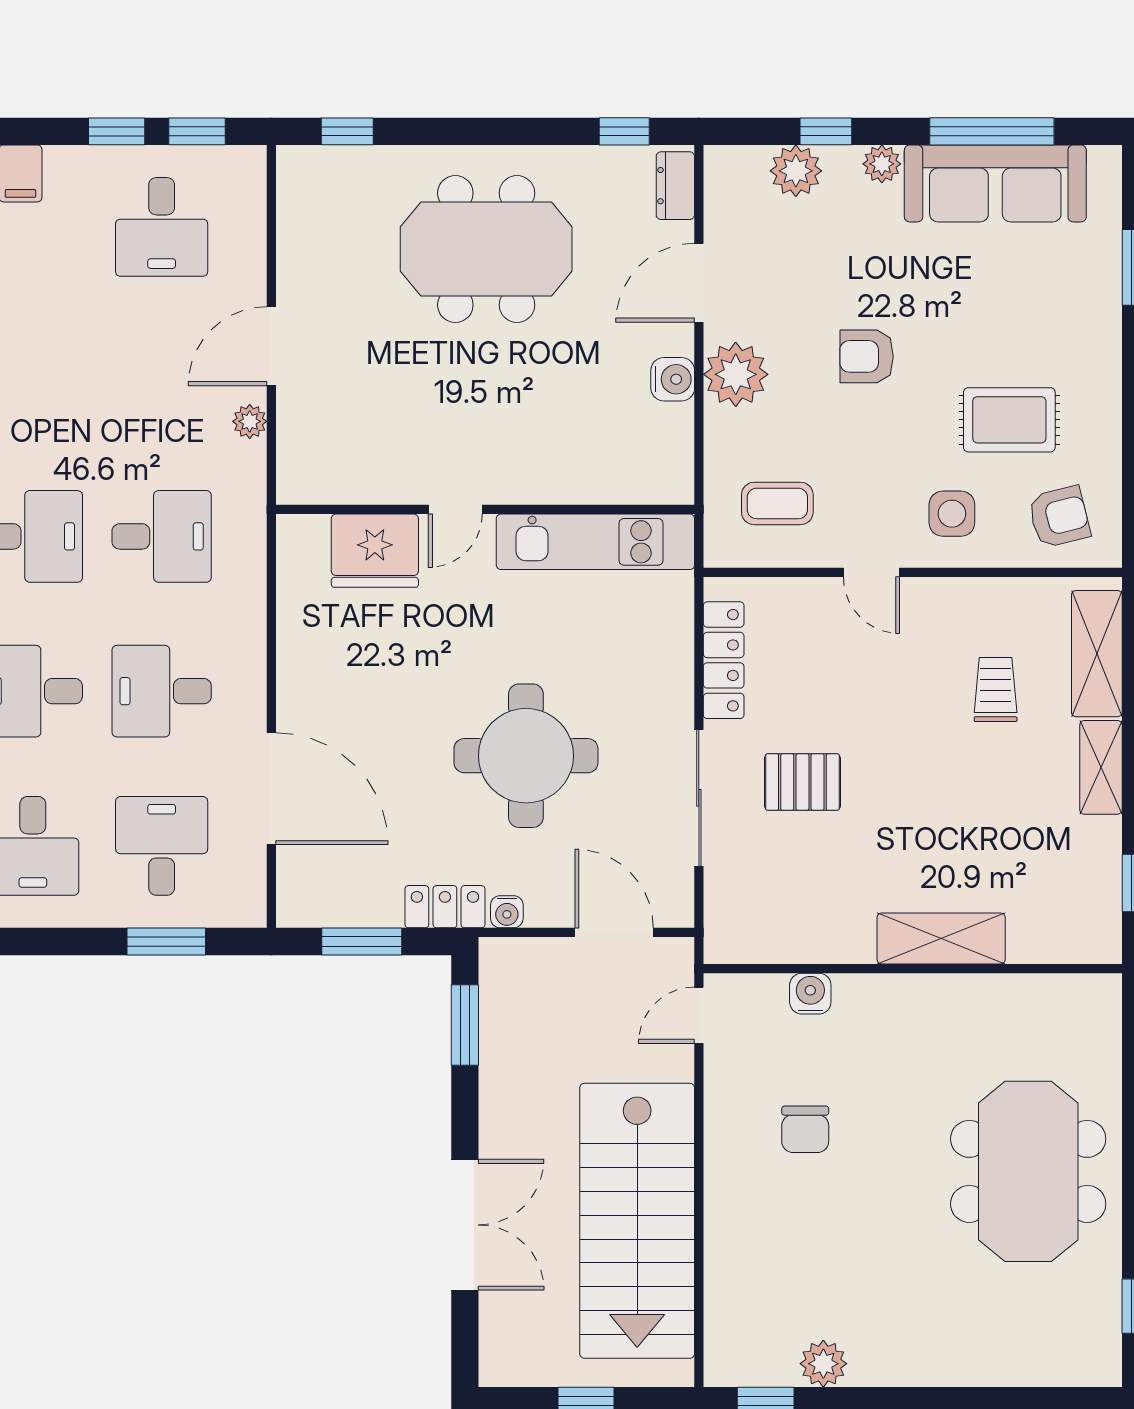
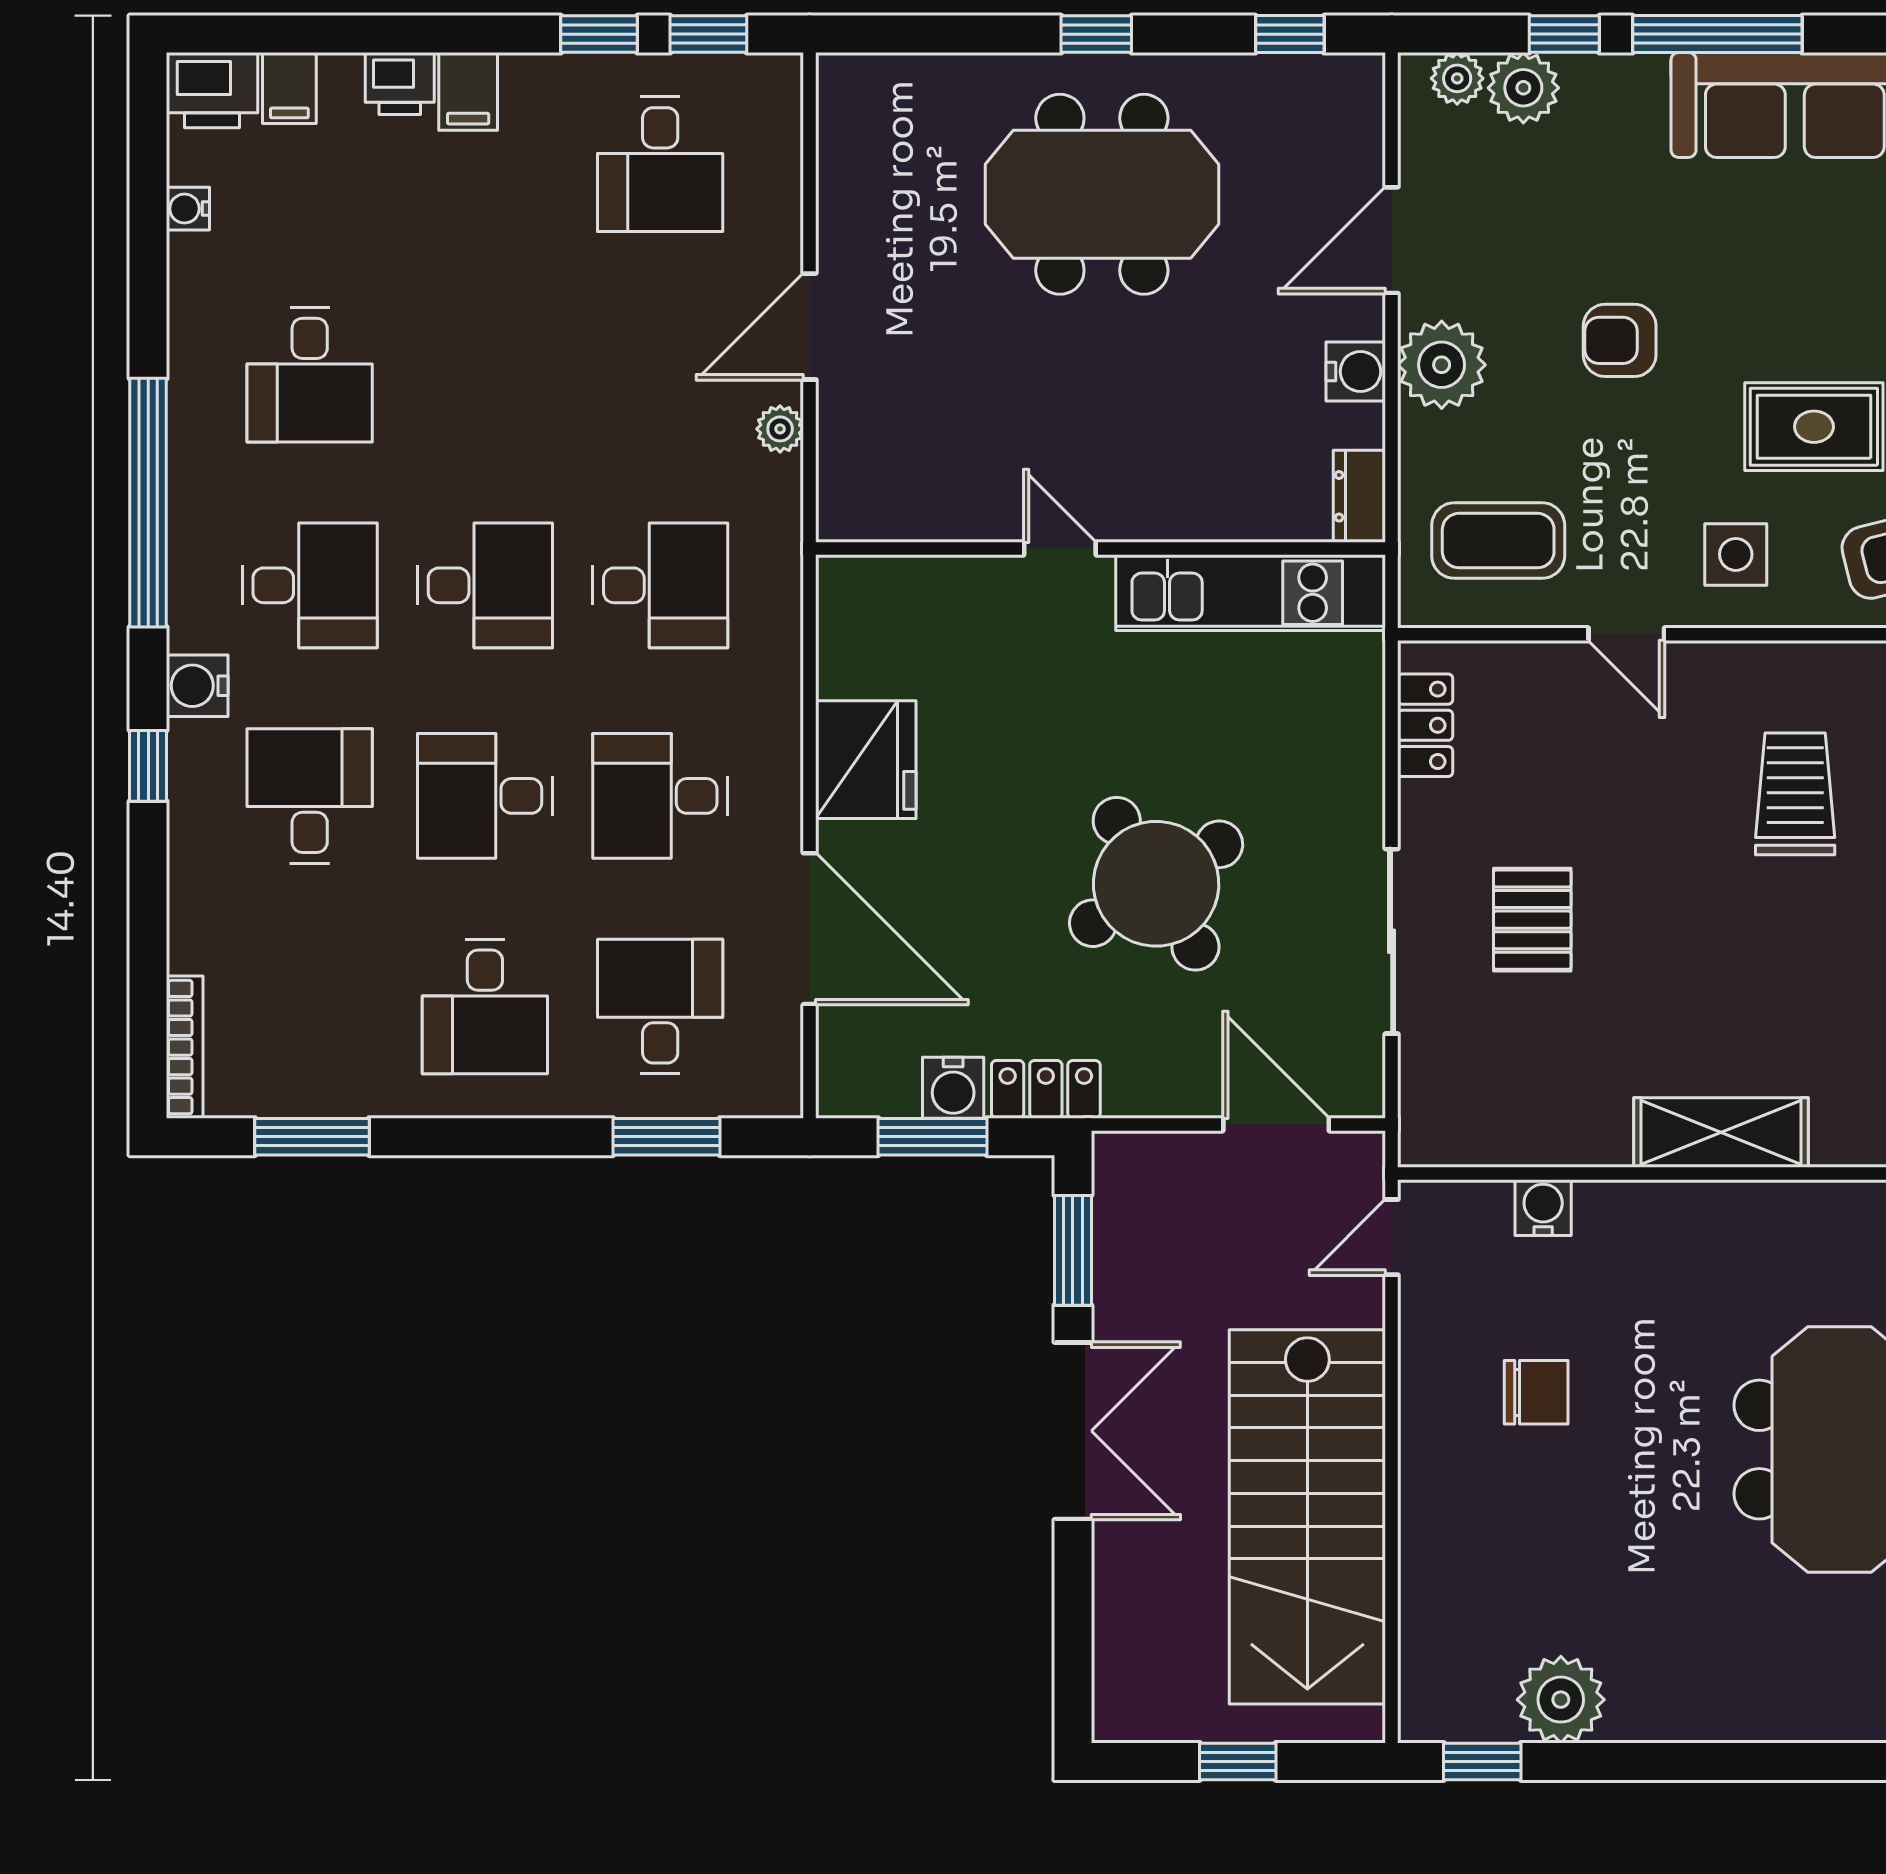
window: (347, 131) -> (1096, 34), moved
window: (992, 131) -> (1717, 34), moved
plant: (882, 164) -> (1457, 78), moved
dresser: (675, 186) -> (1359, 496), moved
coffee table: (777, 503) -> (1498, 541), width x1.36, depth x1.30
door: (455, 509) -> (1060, 549), swing flipped
fridge: (375, 551) -> (866, 760), moved, turned -90
locker: (724, 660) -> (1425, 725), width x0.66
trolley: (996, 690) -> (1795, 794), width x1.36, depth x1.39
round table: (526, 756) -> (1156, 884), turned -32
pallet: (802, 782) -> (1532, 920), turned 90
water cooler: (507, 912) -> (953, 1088), moved, width x1.38, depth x1.38
chair: (805, 1129) -> (1536, 1392), turned -90
double door: (465, 1225) -> (1073, 1431), moved
plant: (823, 1364) -> (1561, 1700), width x1.36, depth x1.36

